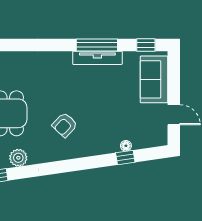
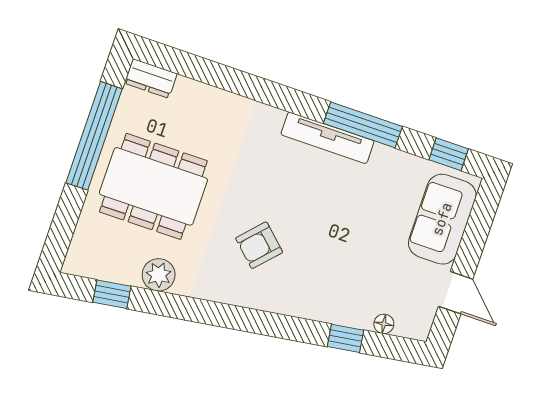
tv unit: (97, 58) -> (327, 138), moved
floor lamp: (126, 146) -> (384, 324), moved

